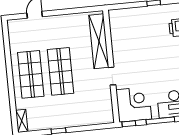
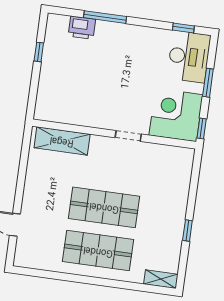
shelving: (99, 41) -> (62, 141), width x0.68
window: (160, 121) -> (208, 83), width x0.69

